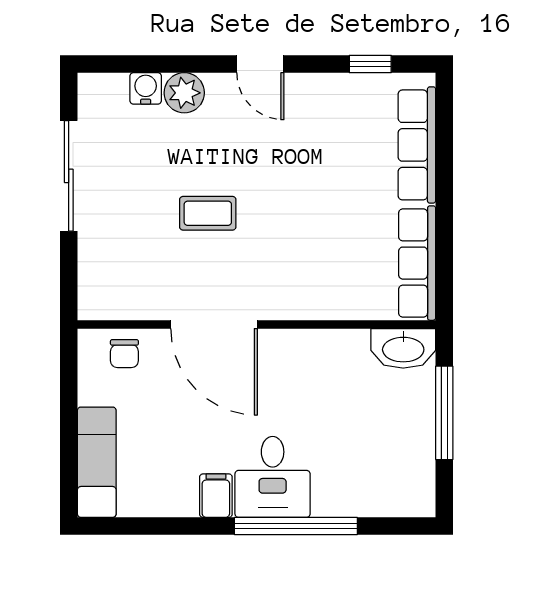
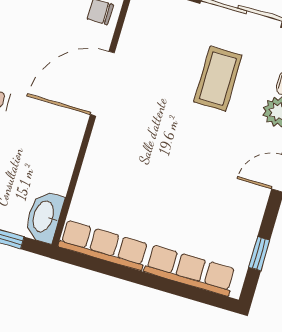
coffee table: (208, 213) -> (218, 79), moved, width x1.36, depth x1.30

